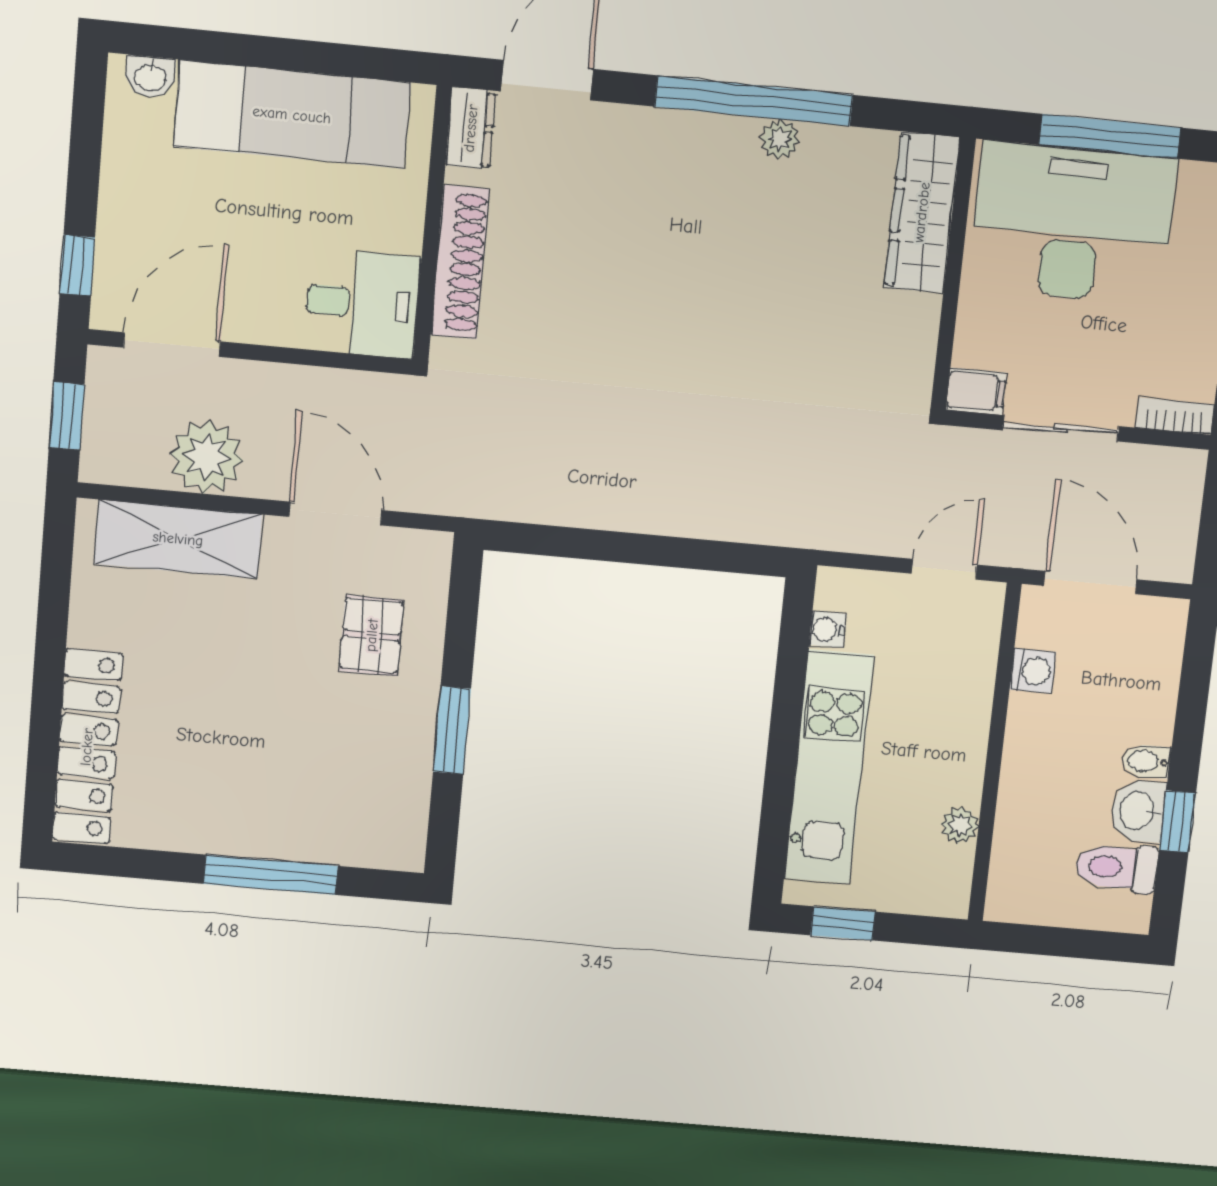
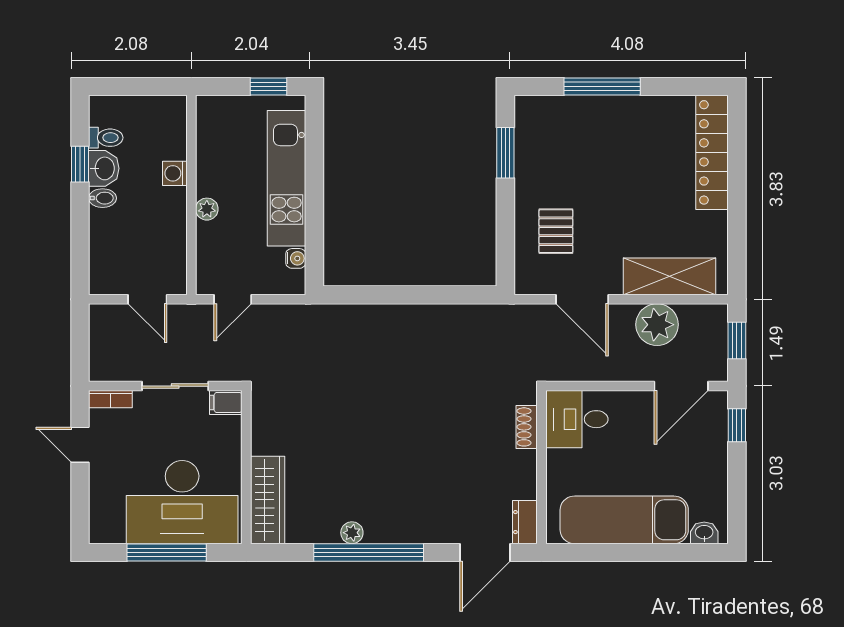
shoe rack: (460, 262) -> (527, 427), width x0.51, depth x0.81
door: (1091, 583) -> (147, 299), width x0.73
washing machine: (1033, 671) -> (175, 173), moved
window: (452, 730) -> (505, 153), moved
plant: (960, 825) -> (207, 209), moved
toilet: (1116, 867) -> (106, 138), width x0.73, depth x0.72

